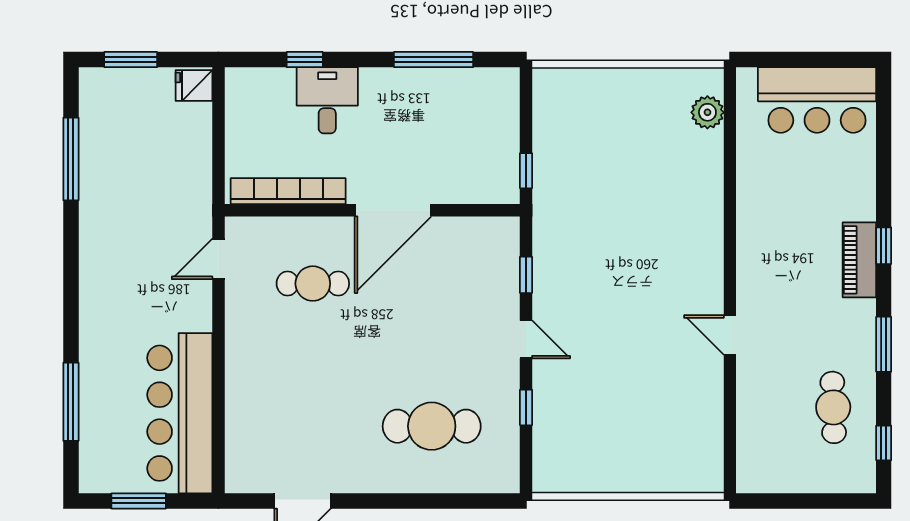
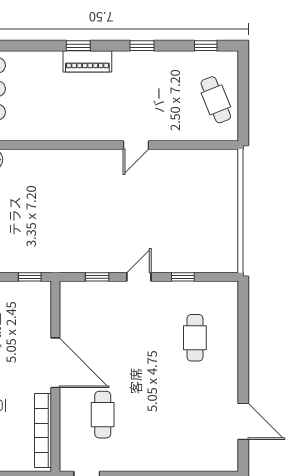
window: (884, 344) -> (142, 46), width x0.67
cafe table: (833, 407) -> (216, 100), moved, turned 70
cafe table: (432, 426) -> (195, 338), width x0.73, depth x0.74

